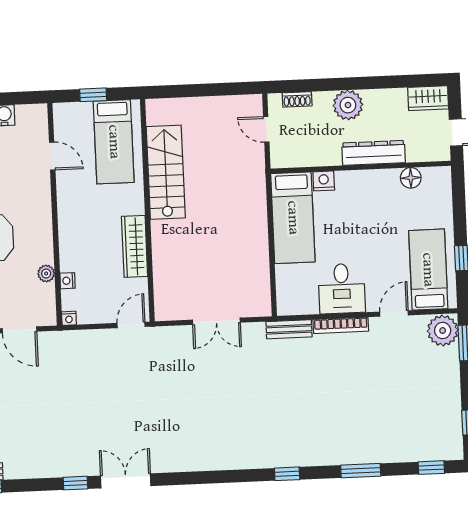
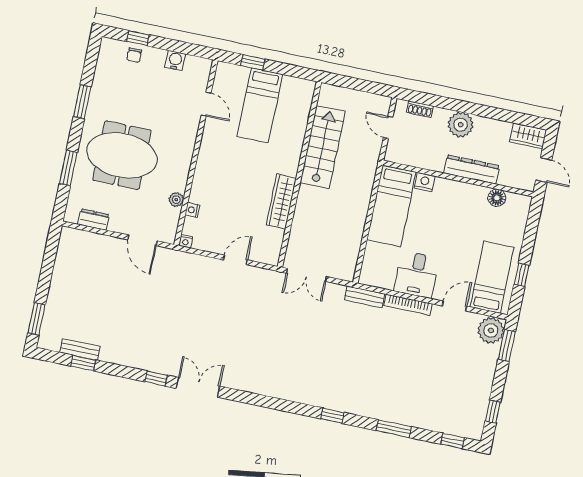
stairs: (166, 172) -> (323, 147), moved
wall: (147, 210) -> (299, 174), moved
wardrobe: (135, 246) -> (281, 202), moved

